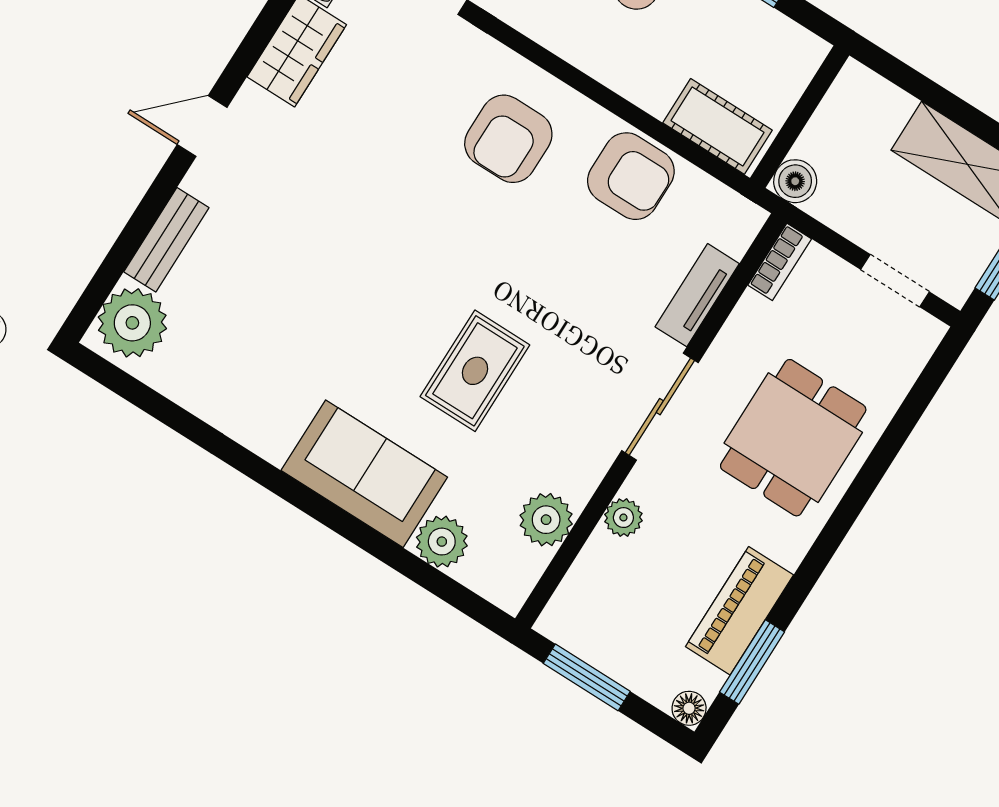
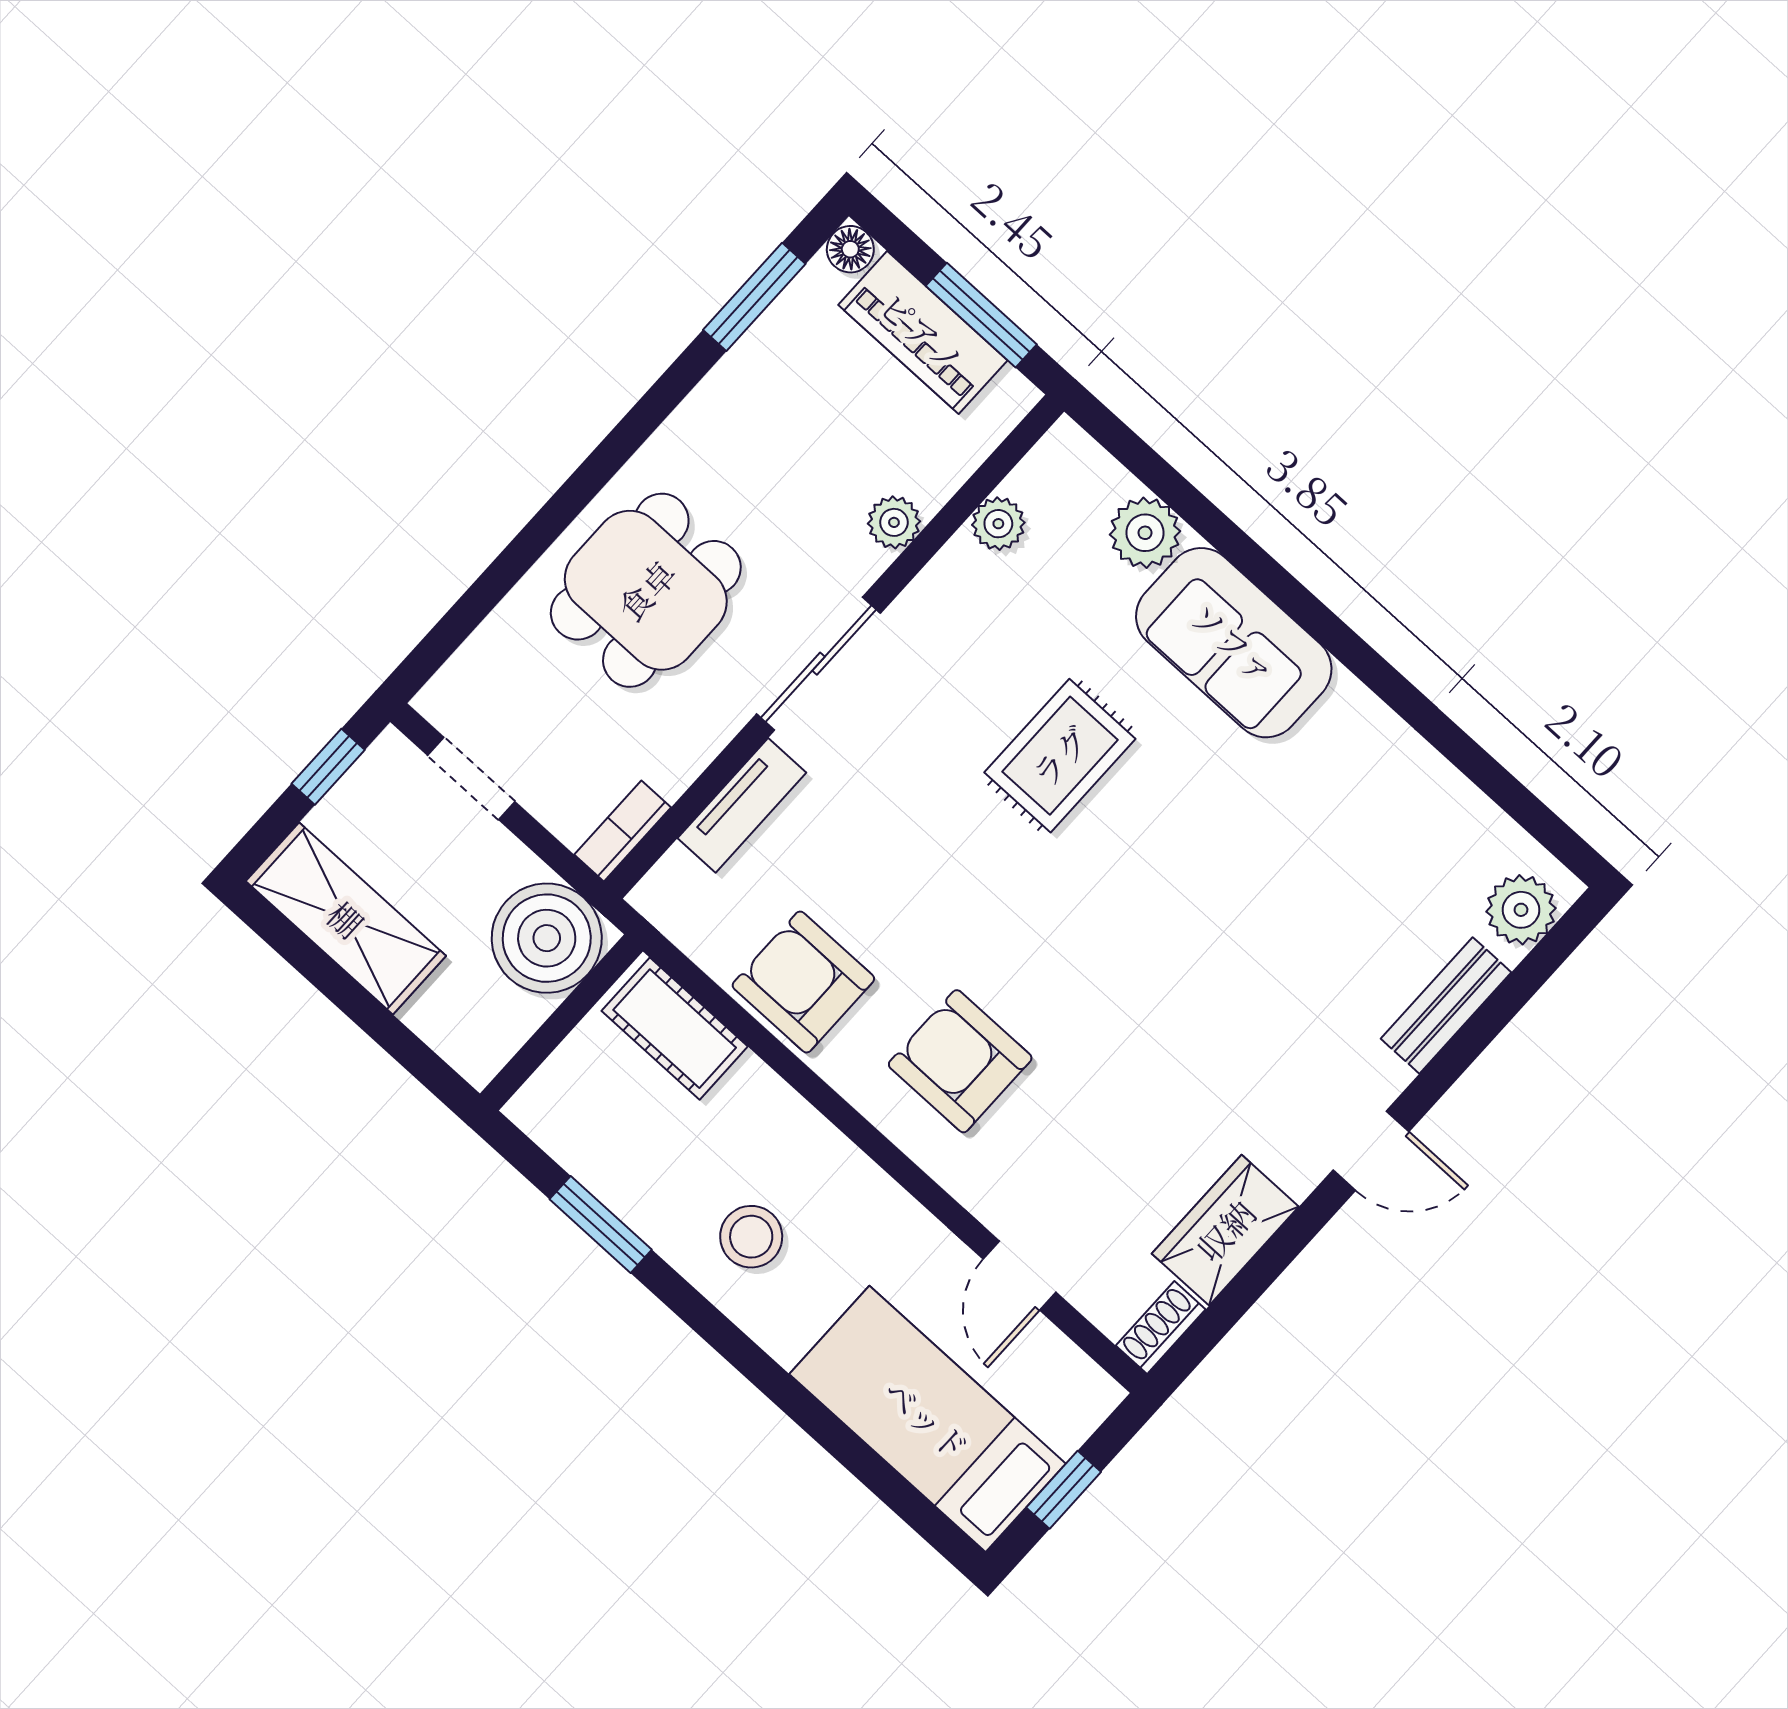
armchair: (508, 139) -> (960, 1061), turned -90
boiler: (795, 181) -> (547, 938), width x1.86, depth x1.86
plant: (132, 323) -> (1521, 910), width x0.73, depth x0.73
plant: (546, 520) -> (998, 524), width x0.73, depth x0.73
piano: (739, 611) -> (923, 333), moved, turned 90

